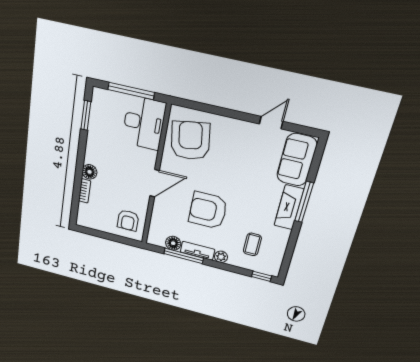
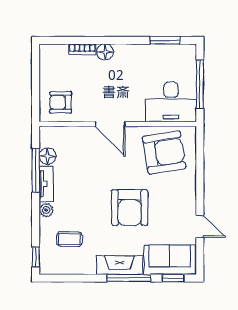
window: (316, 161) -> (173, 278), added
armchair: (208, 211) -> (130, 208), moved, turned 180

